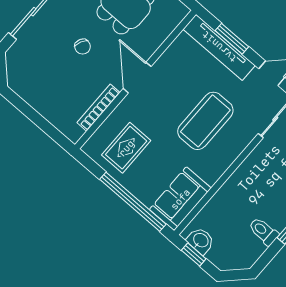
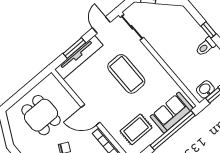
rug: (126, 148) -> (136, 129), turned 90
sofa: (180, 199) -> (172, 113), moved, turned 90

